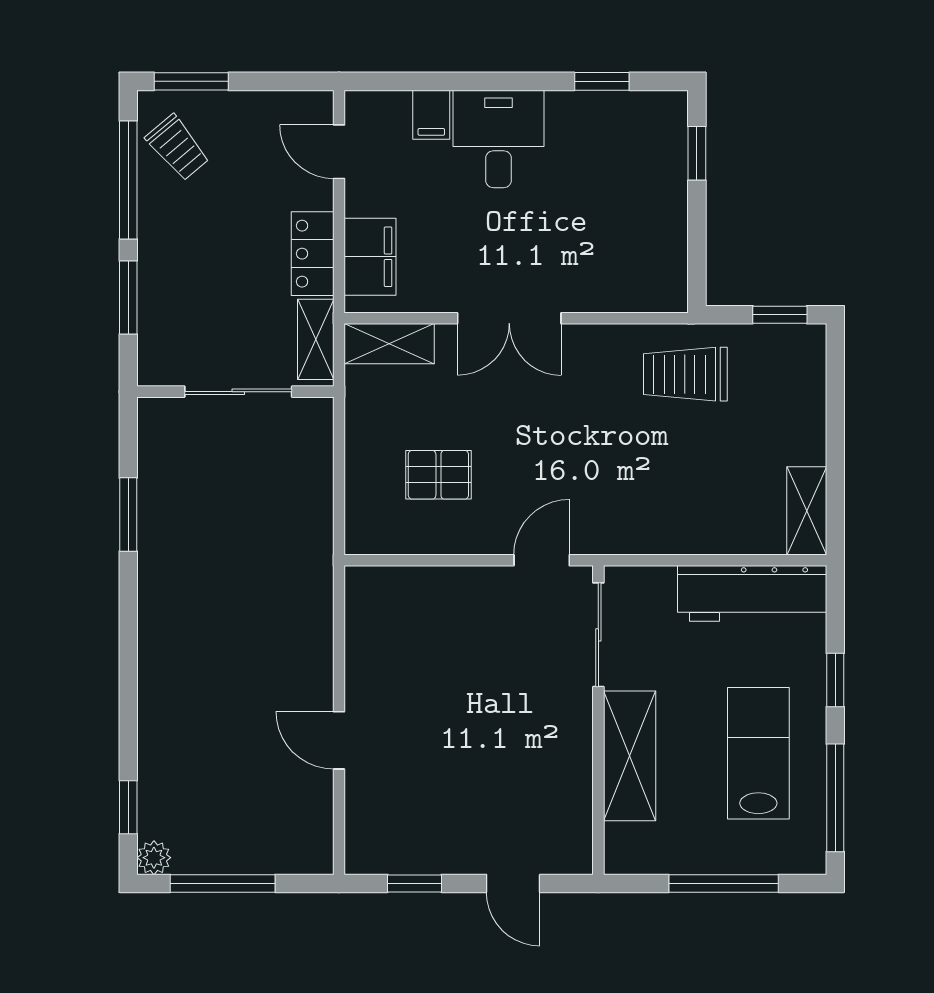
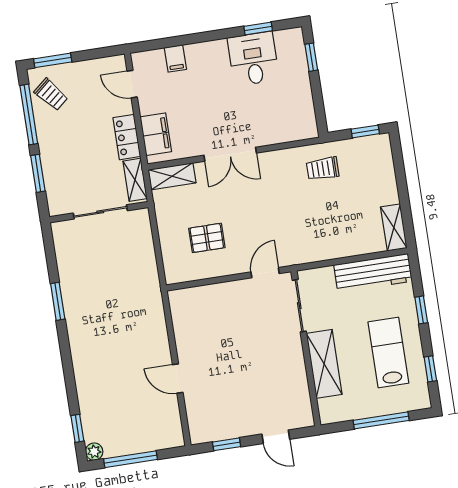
desk: (499, 139) -> (253, 59), moved
trolley: (685, 374) -> (323, 169), width x0.73, depth x0.72
window: (128, 515) -> (58, 301), moved
window: (835, 798) -> (430, 369), width x0.46

